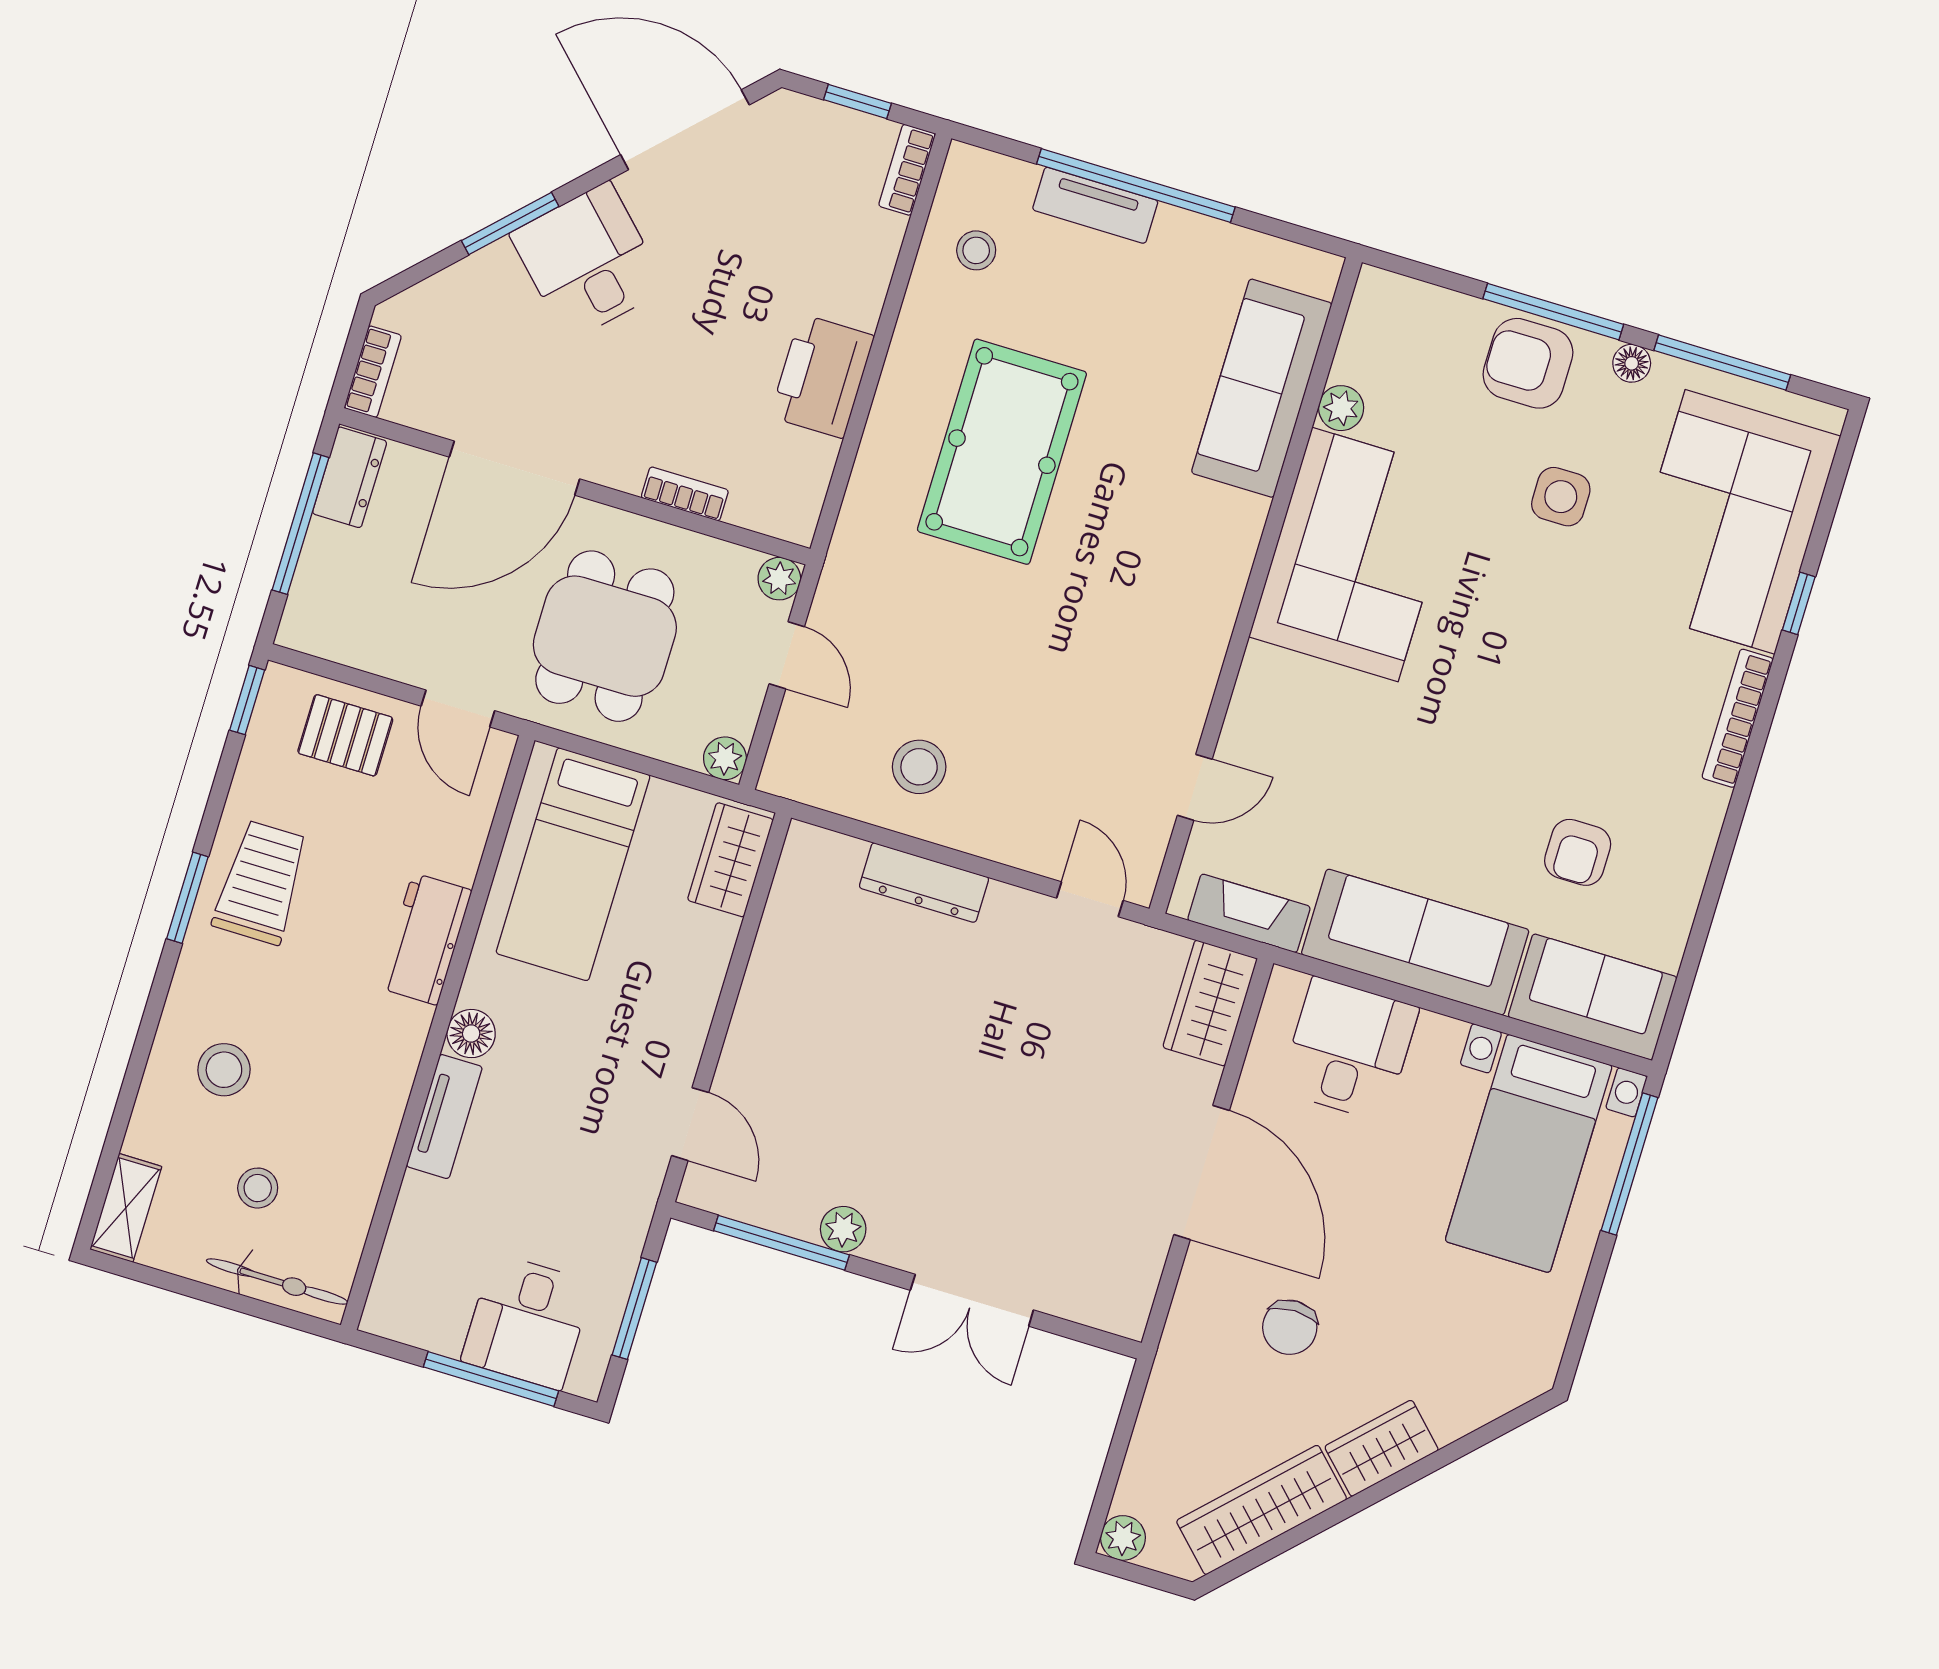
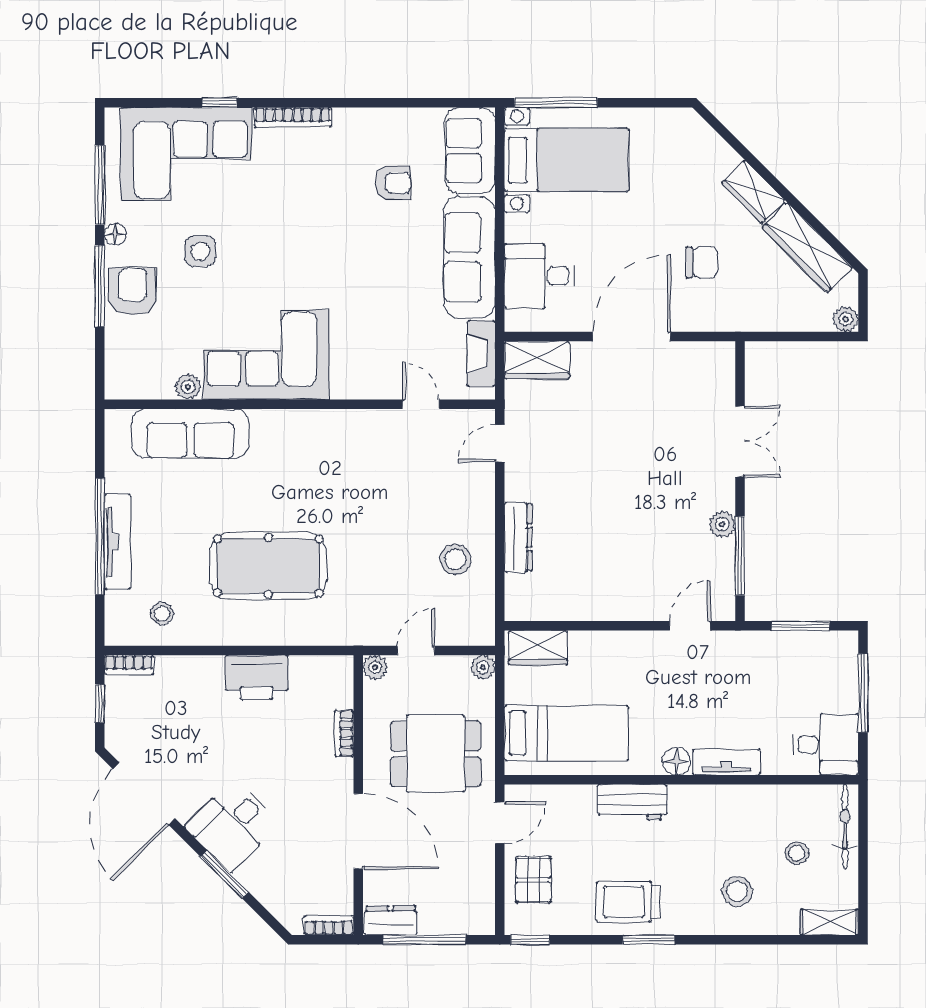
tv unit: (1095, 205) -> (117, 542), width x1.41
armchair: (1528, 363) -> (132, 291), turned 180
desk: (527, 1322) -> (825, 745), moved

